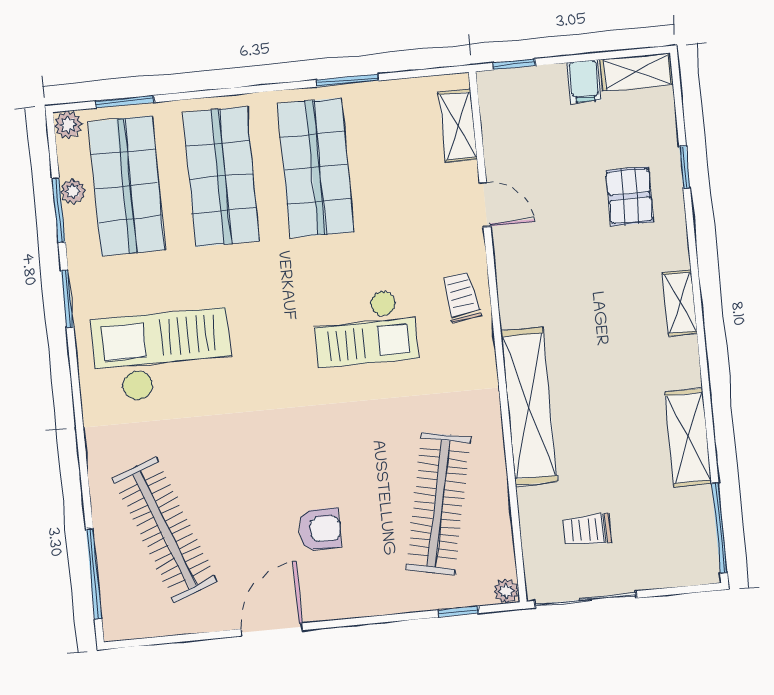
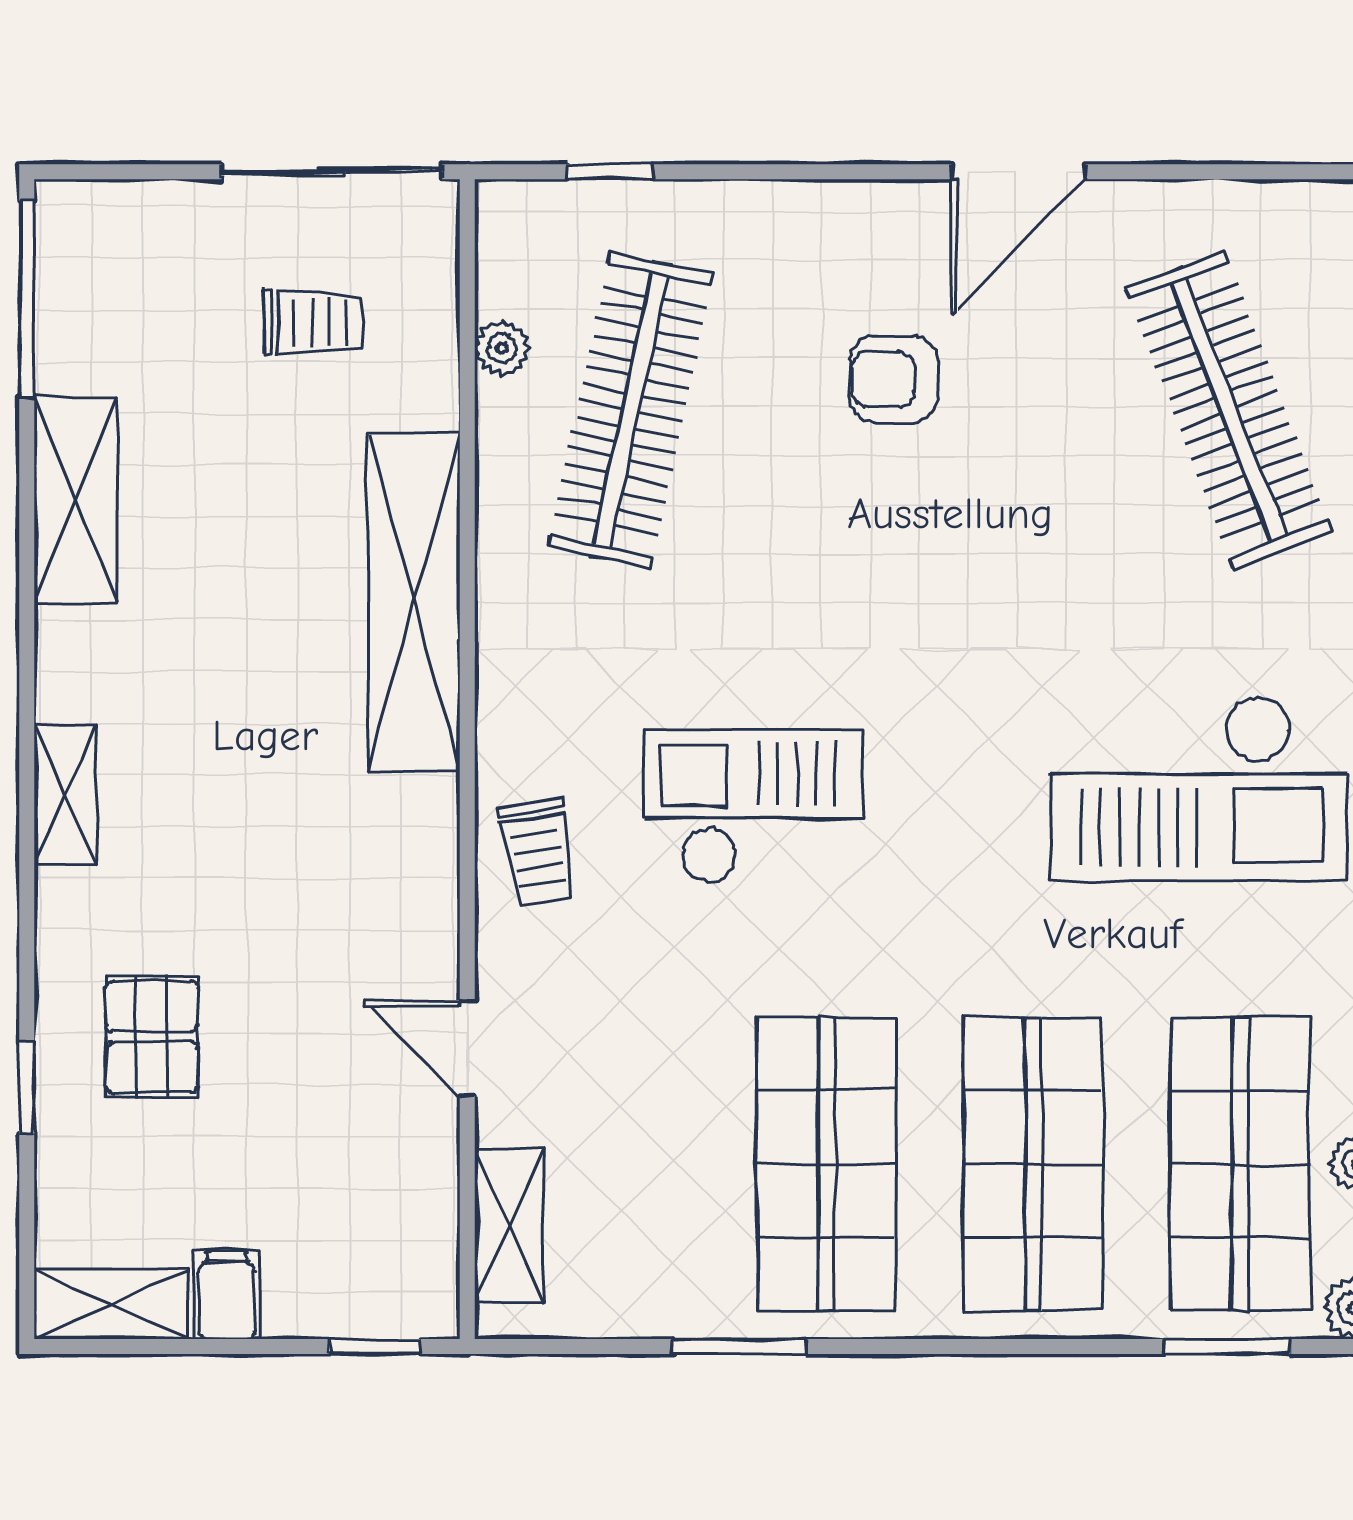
plant: (506, 591) -> (502, 348), moved

